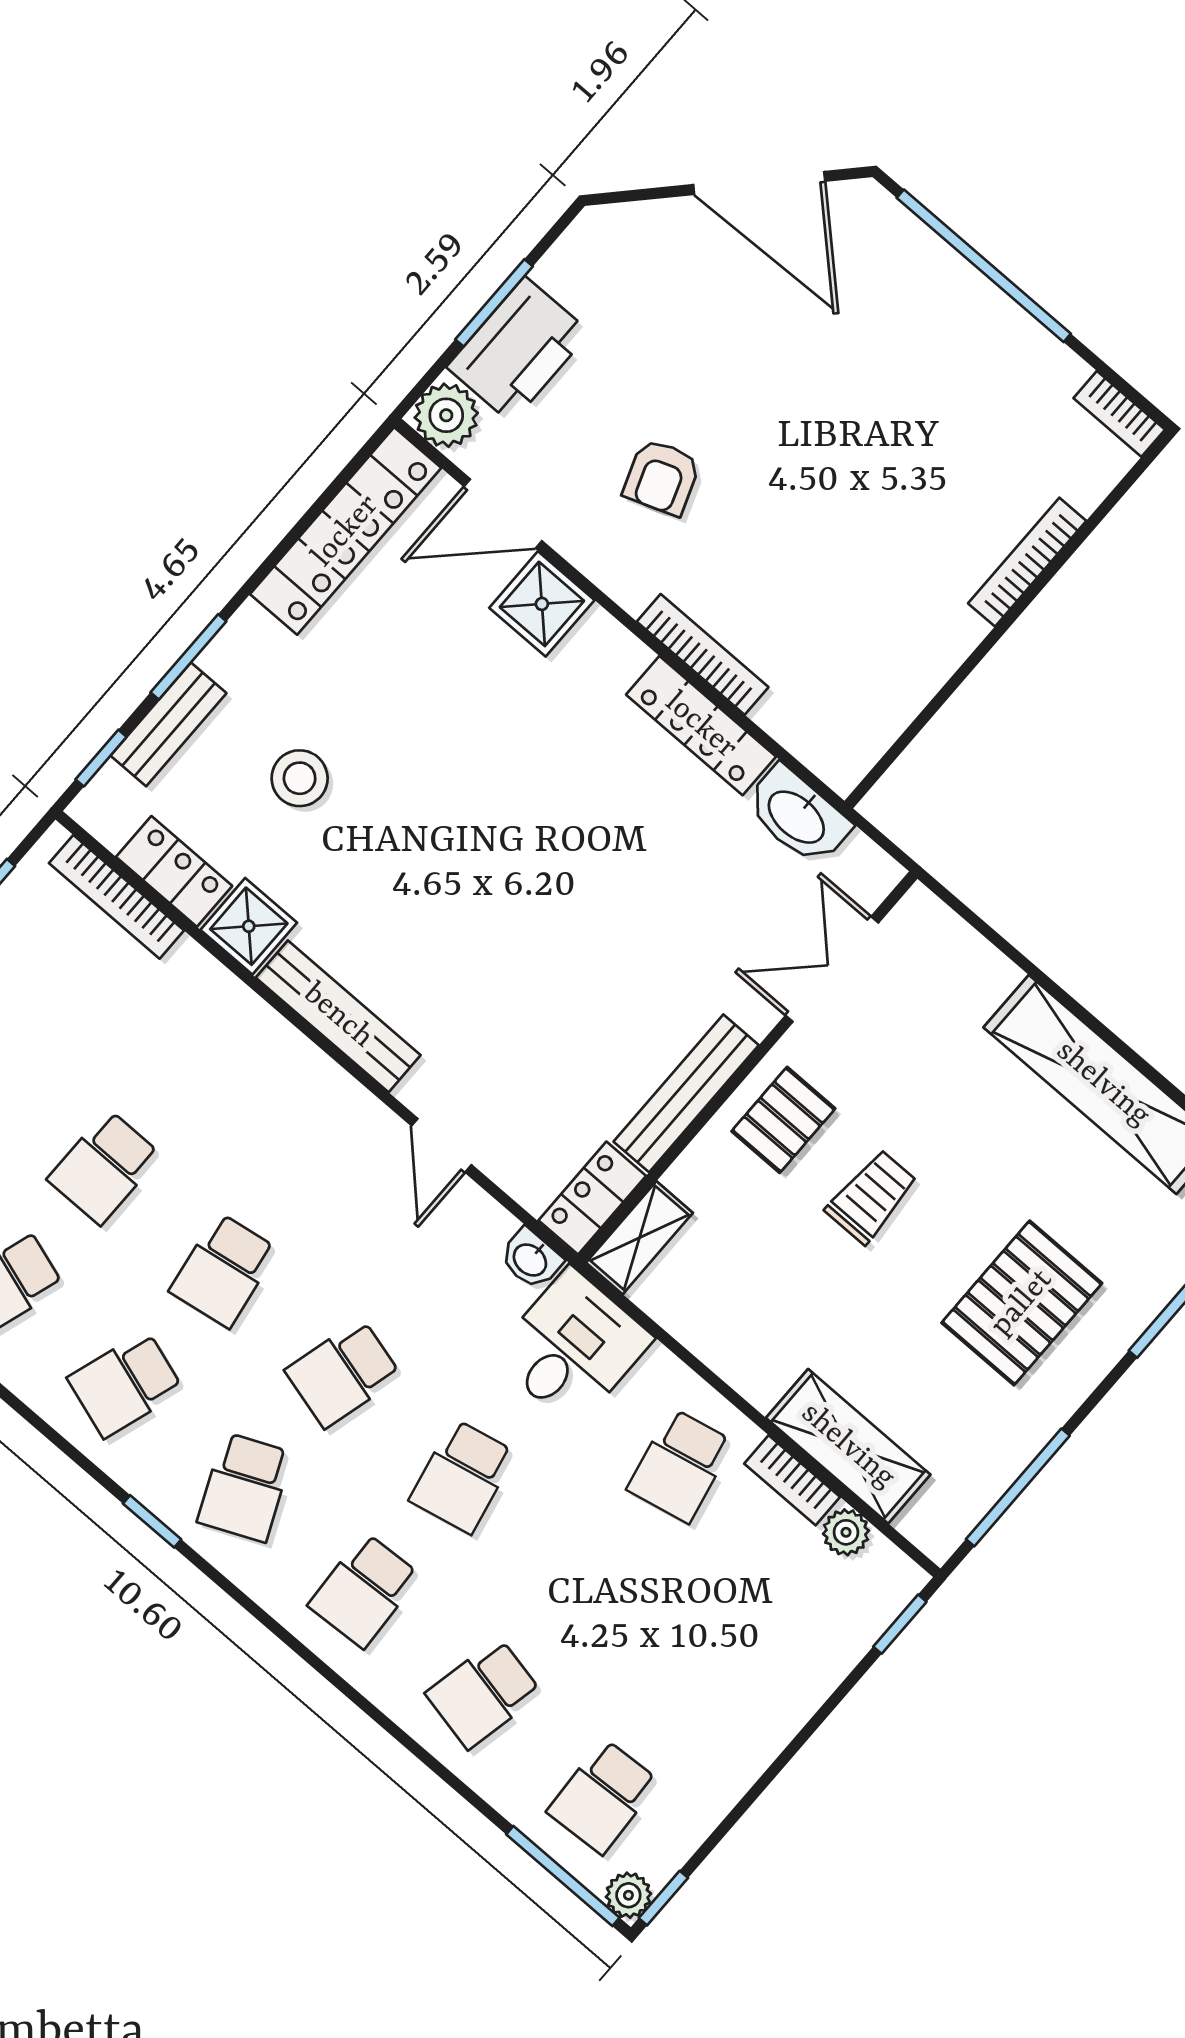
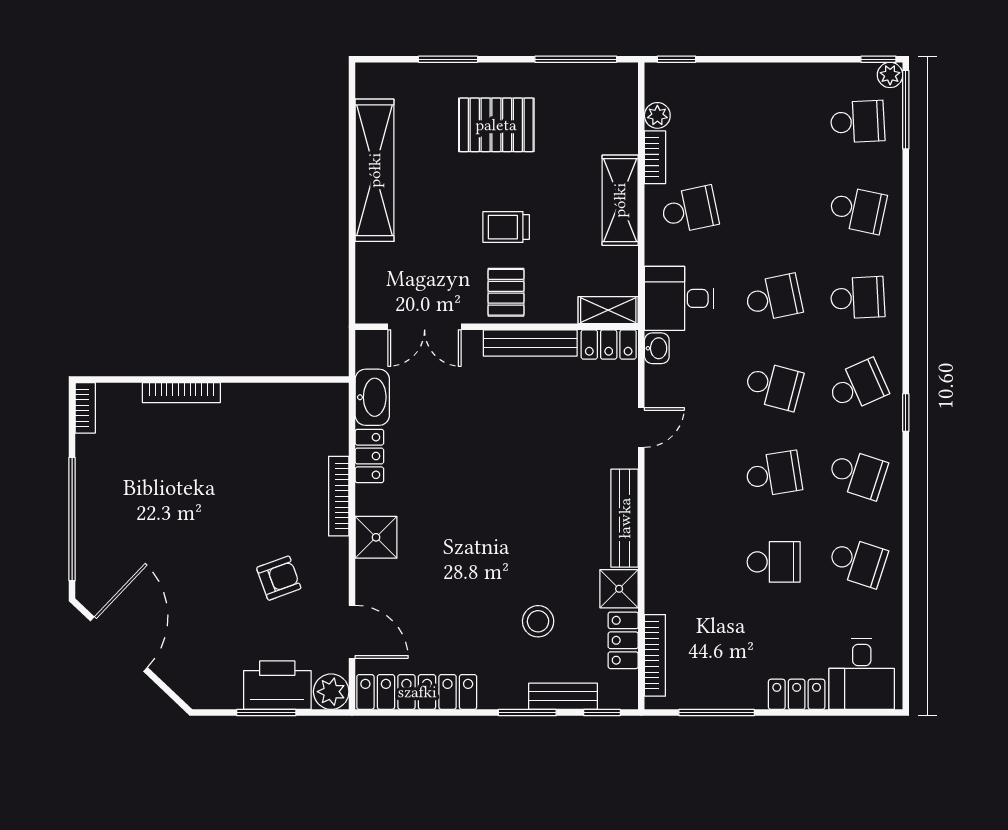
shower: (542, 604) -> (376, 537), moved
locker: (701, 726) -> (369, 456), width x0.66
pallet: (783, 1120) -> (506, 292), turned 90
shelving: (848, 1446) -> (620, 200), moved

